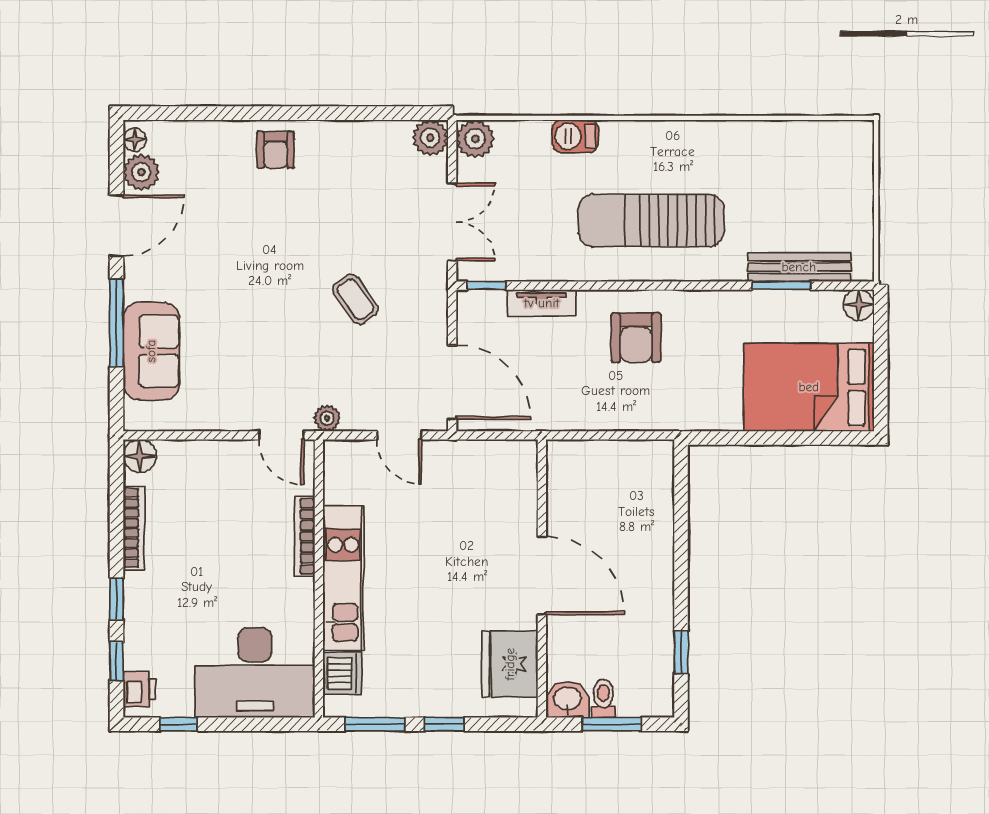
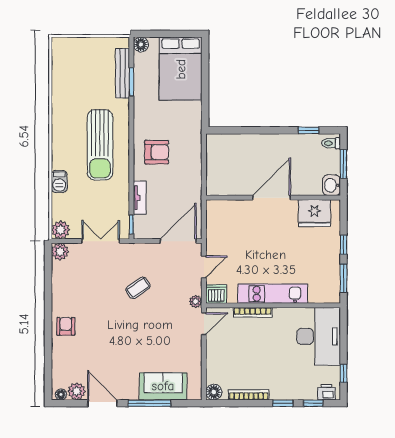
armchair: (276, 150) -> (66, 326), turned -90
dishwasher: (342, 673) -> (216, 294), moved
toilet: (603, 698) -> (331, 143), moved

